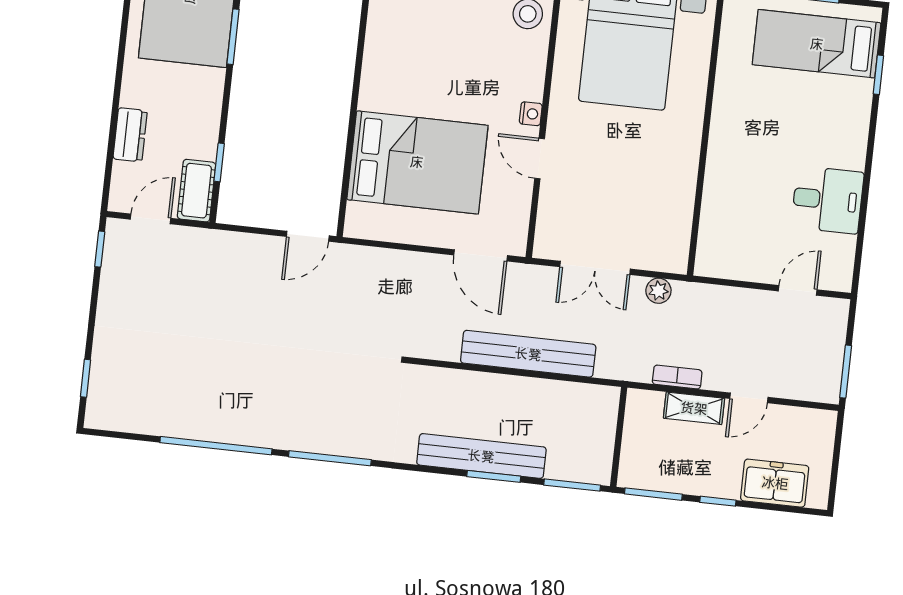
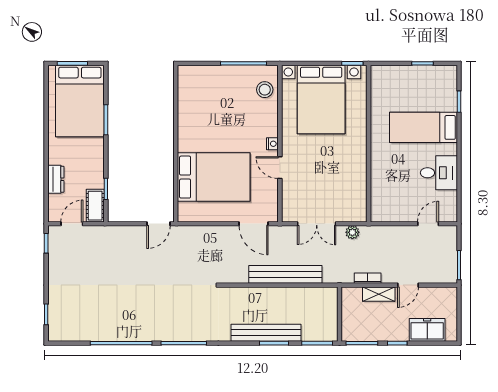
bed: (817, 44) -> (424, 127), moved

